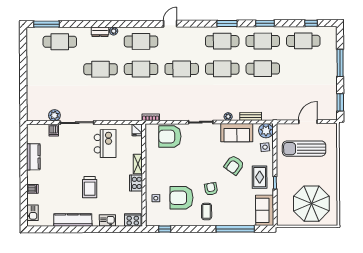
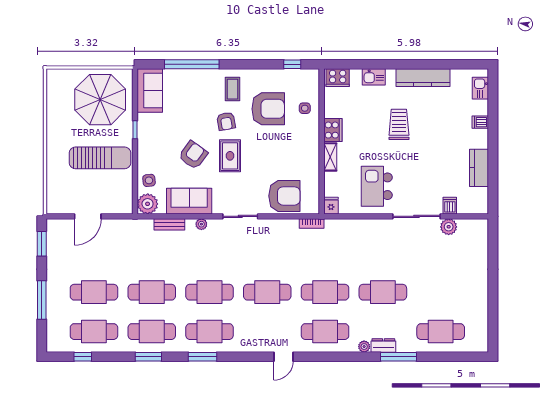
window: (46, 24) -> (399, 357), moved
cafe table: (303, 68) -> (94, 292), added
sun lounger: (304, 149) -> (100, 158), moved
rug: (260, 177) -> (230, 156), moved
parasol: (311, 204) -> (100, 100), moved

